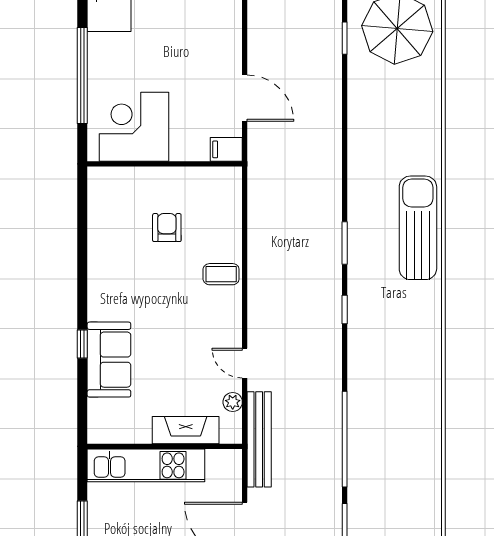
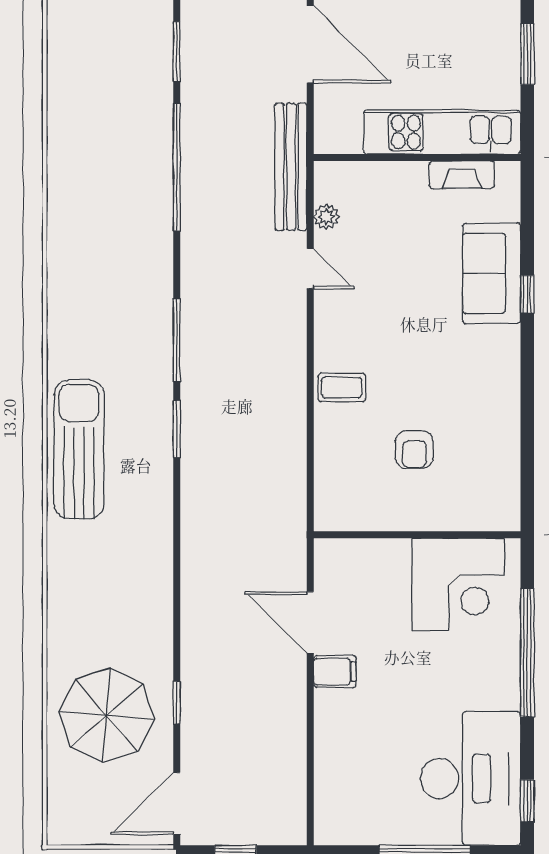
filing cabinet: (226, 149) -> (335, 672), moved
sun lounger: (418, 228) -> (79, 449), turned 180
window: (345, 310) -> (177, 340), width x2.17
fireplace: (186, 430) -> (462, 175), moved, width x0.73, depth x0.76

